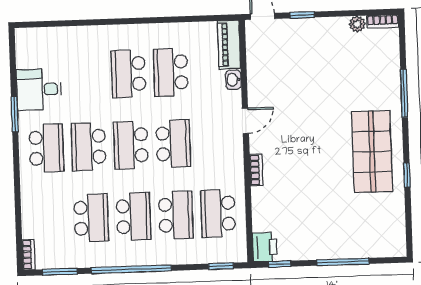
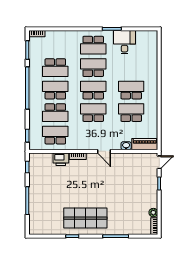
school desk: (173, 144) -> (93, 113), turned 180
school desk: (133, 216) -> (55, 90), turned 180
printer: (265, 247) -> (61, 159), moved

